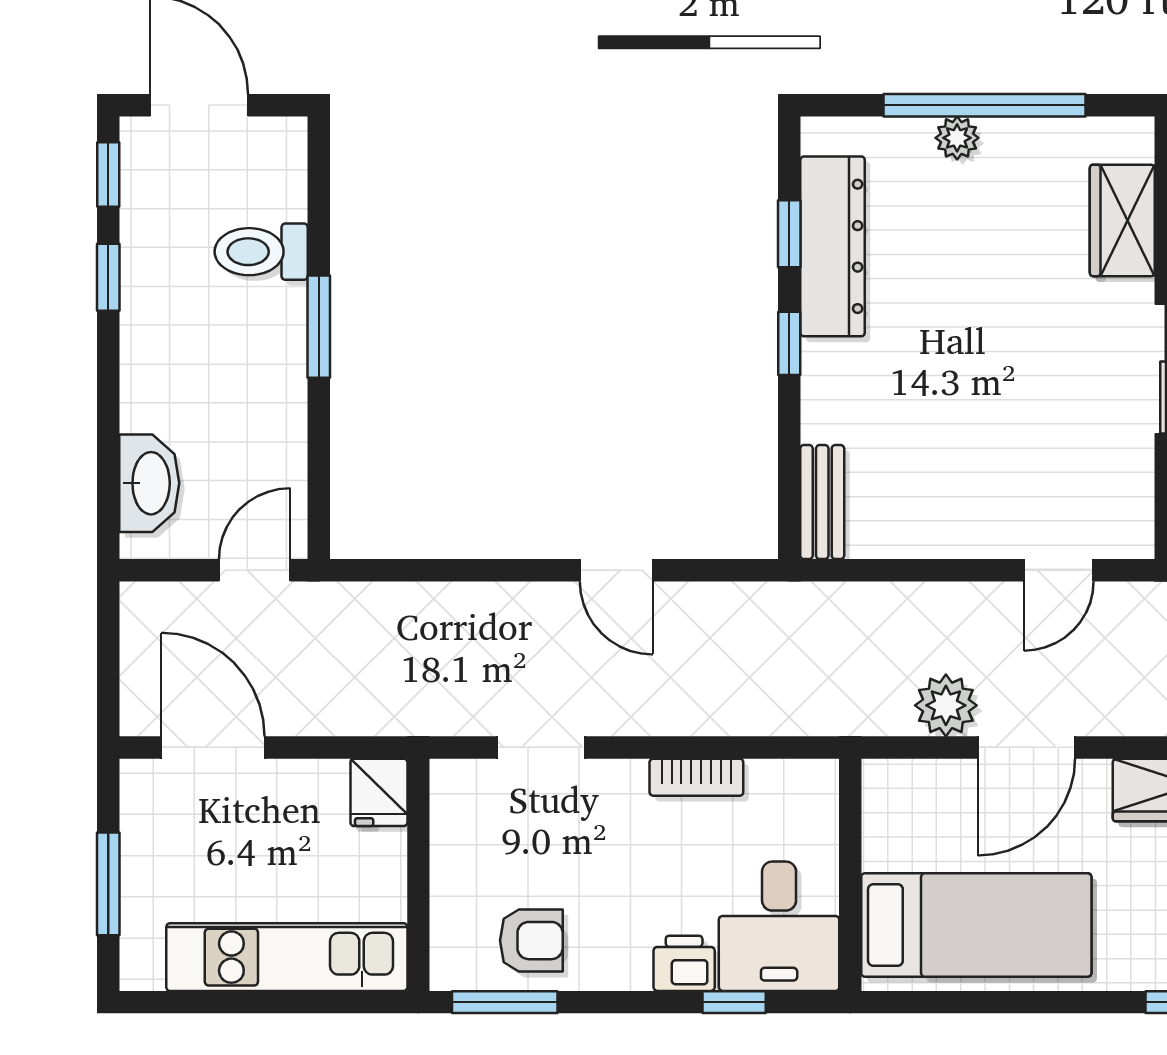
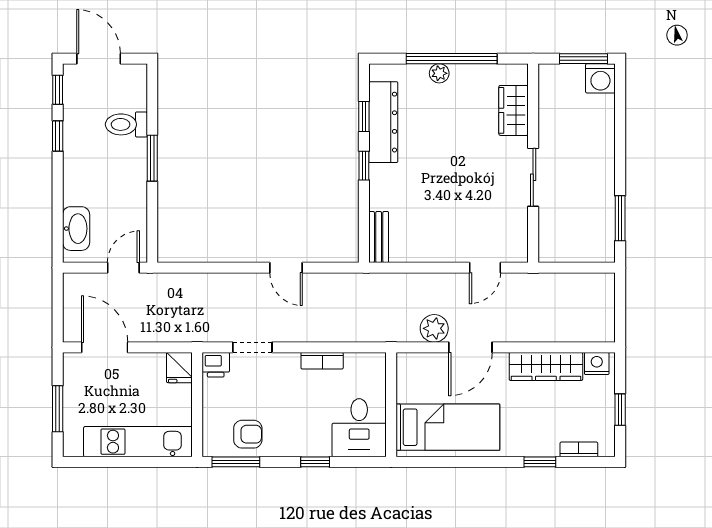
printer: (684, 963) -> (216, 365), moved, turned 180
window: (734, 1002) -> (315, 462), moved

